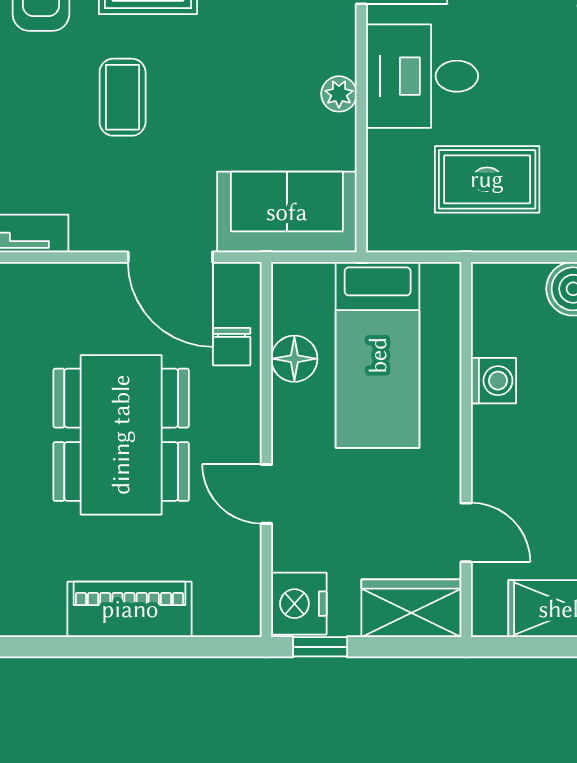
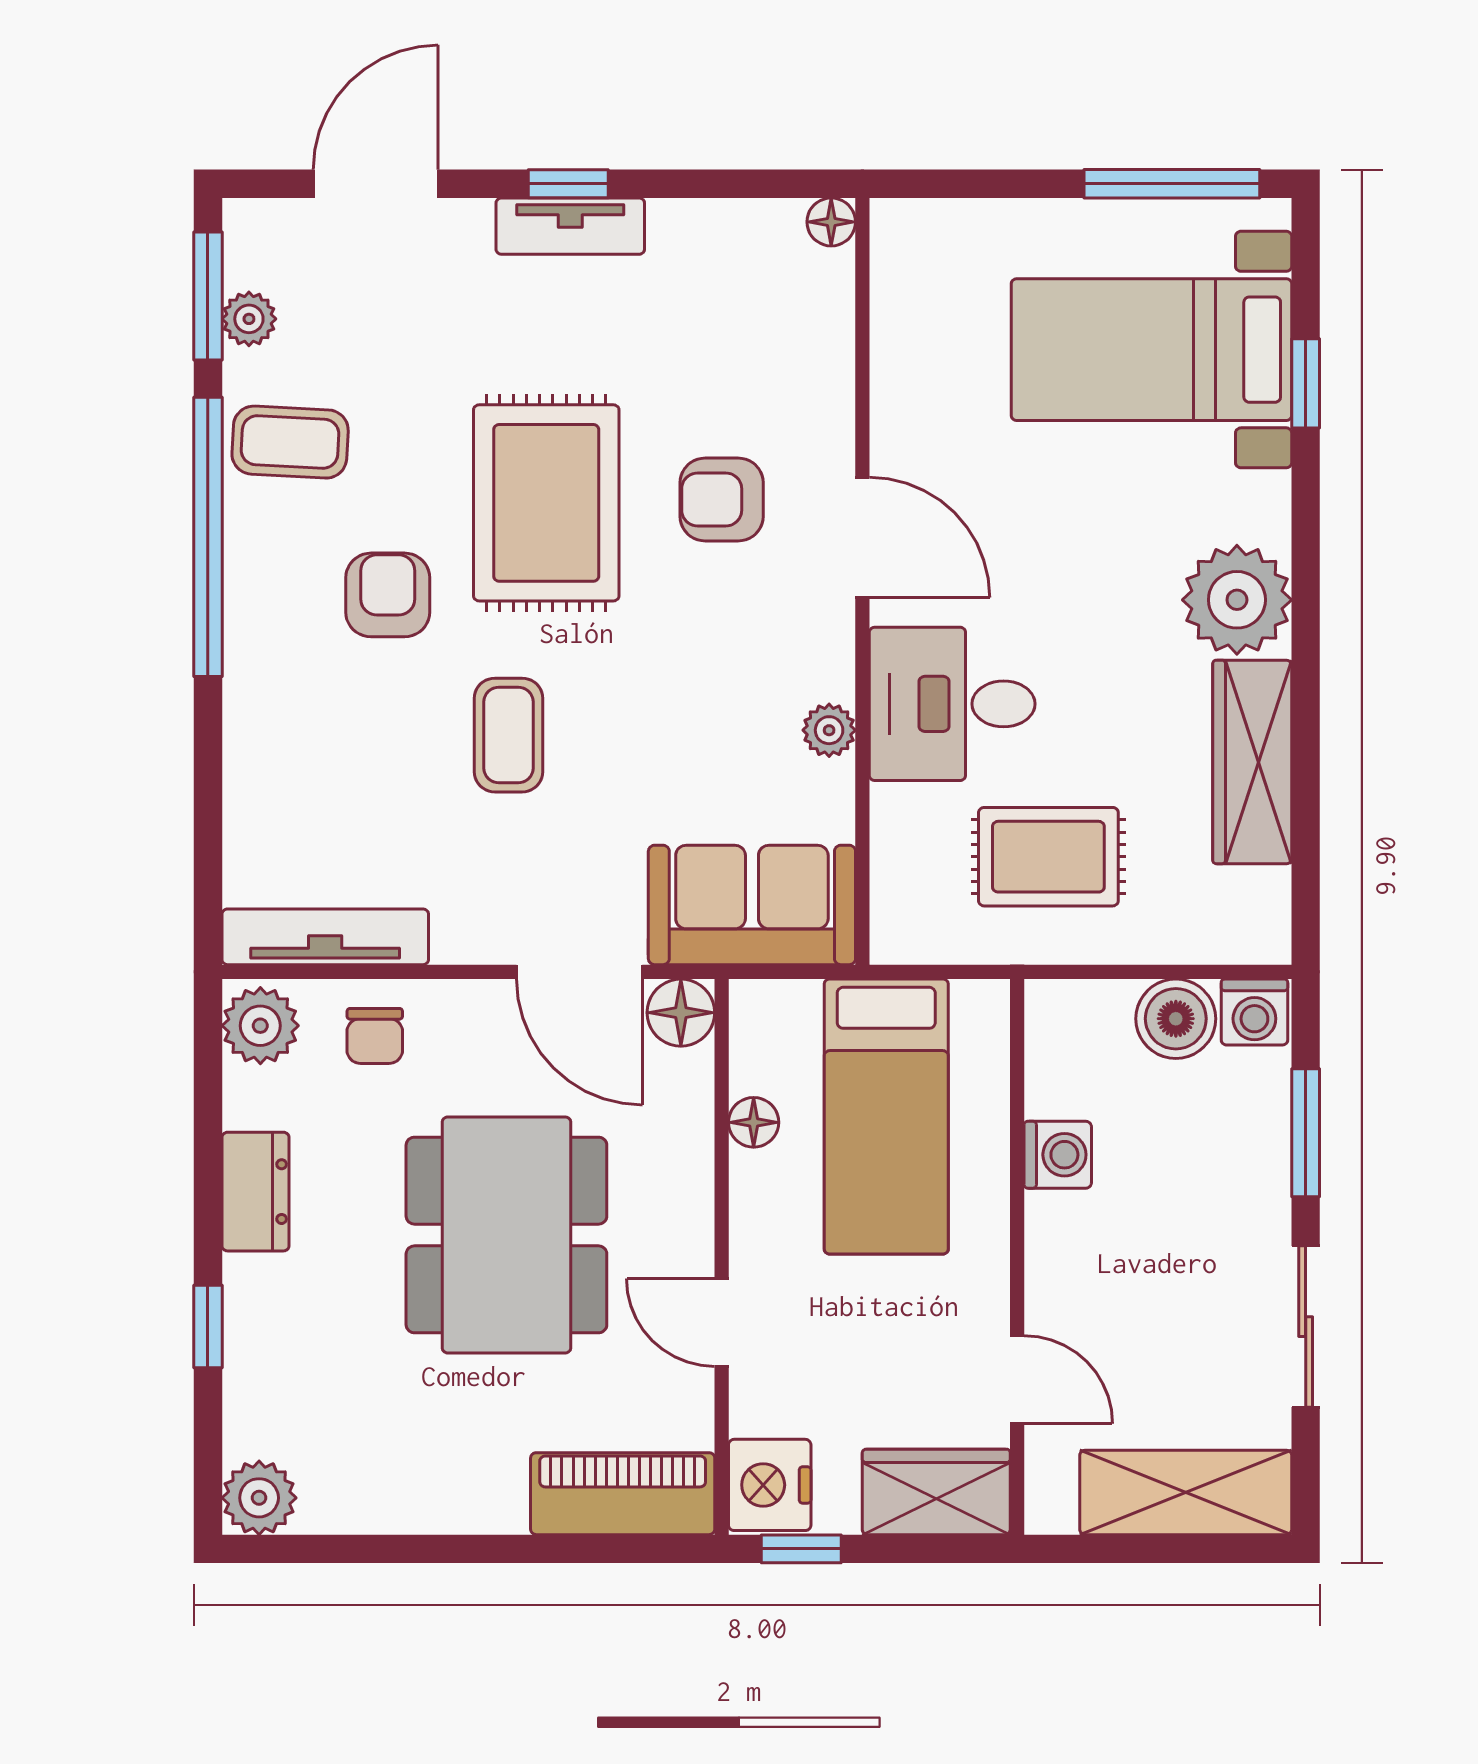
floor lamp: (239, 285) -> (681, 1013), added
chair: (232, 347) -> (375, 1036), moved
floor lamp: (294, 359) -> (754, 1122), width x0.73, depth x0.73
piano: (130, 609) -> (623, 1494), moved

